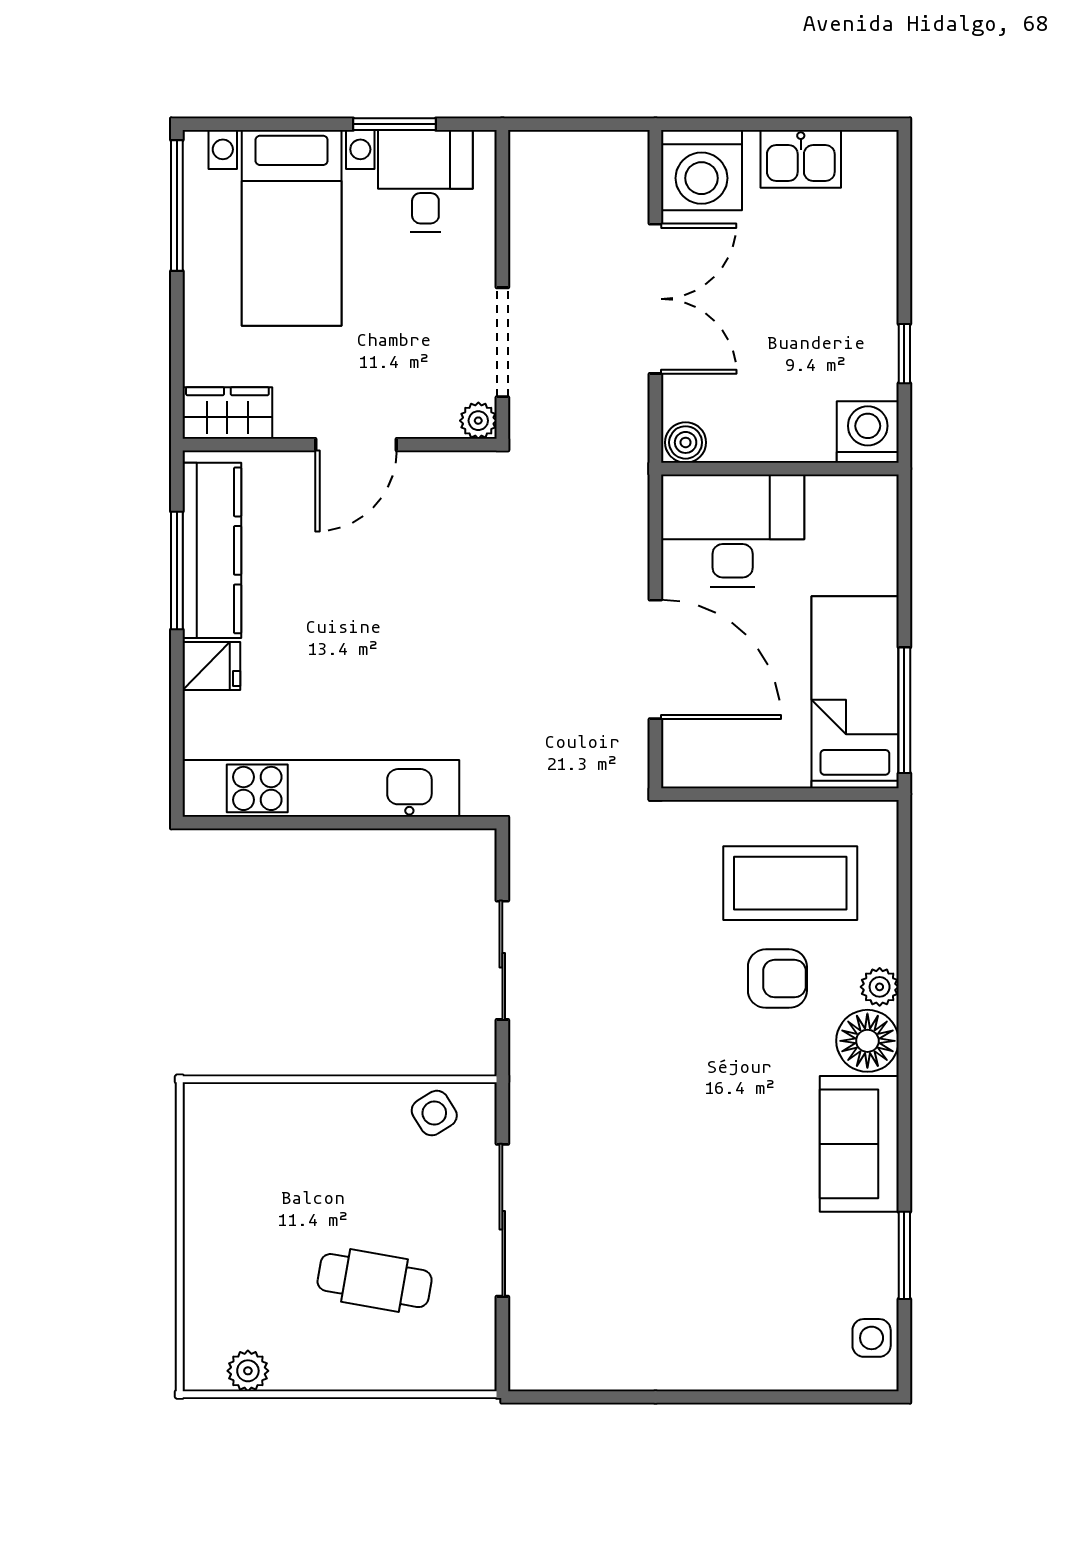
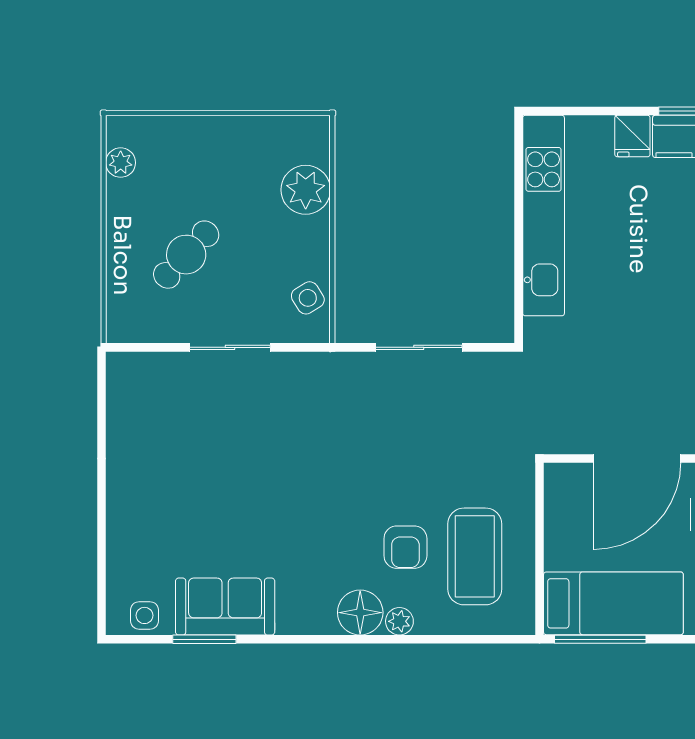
plant: (285, 1116) -> (306, 190), added
sofa: (859, 1144) -> (225, 607), moved
sliding door: (502, 1220) -> (230, 347), width x0.73
cafe table: (375, 1281) -> (186, 255), turned 33

